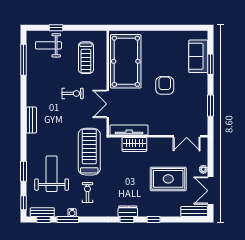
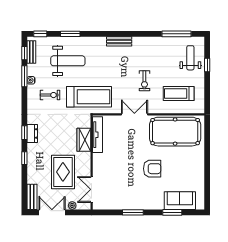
tv unit: (129, 130) -> (98, 135), moved
wall: (158, 136) -> (92, 163), moved
double door: (187, 136) -> (92, 189), moved
wardrobe: (134, 144) -> (84, 140), moved

